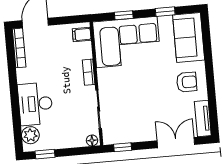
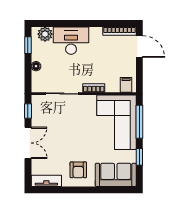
window: (124, 15) -> (139, 122), width x2.17
floor lamp: (92, 140) -> (36, 66), moved
double door: (176, 143) -> (28, 143), moved

